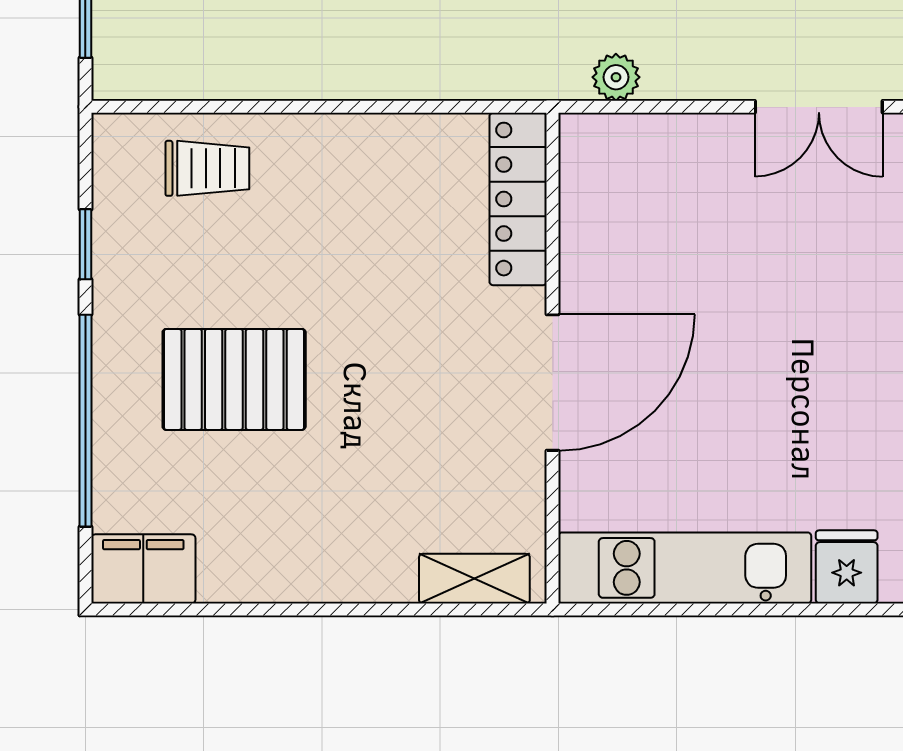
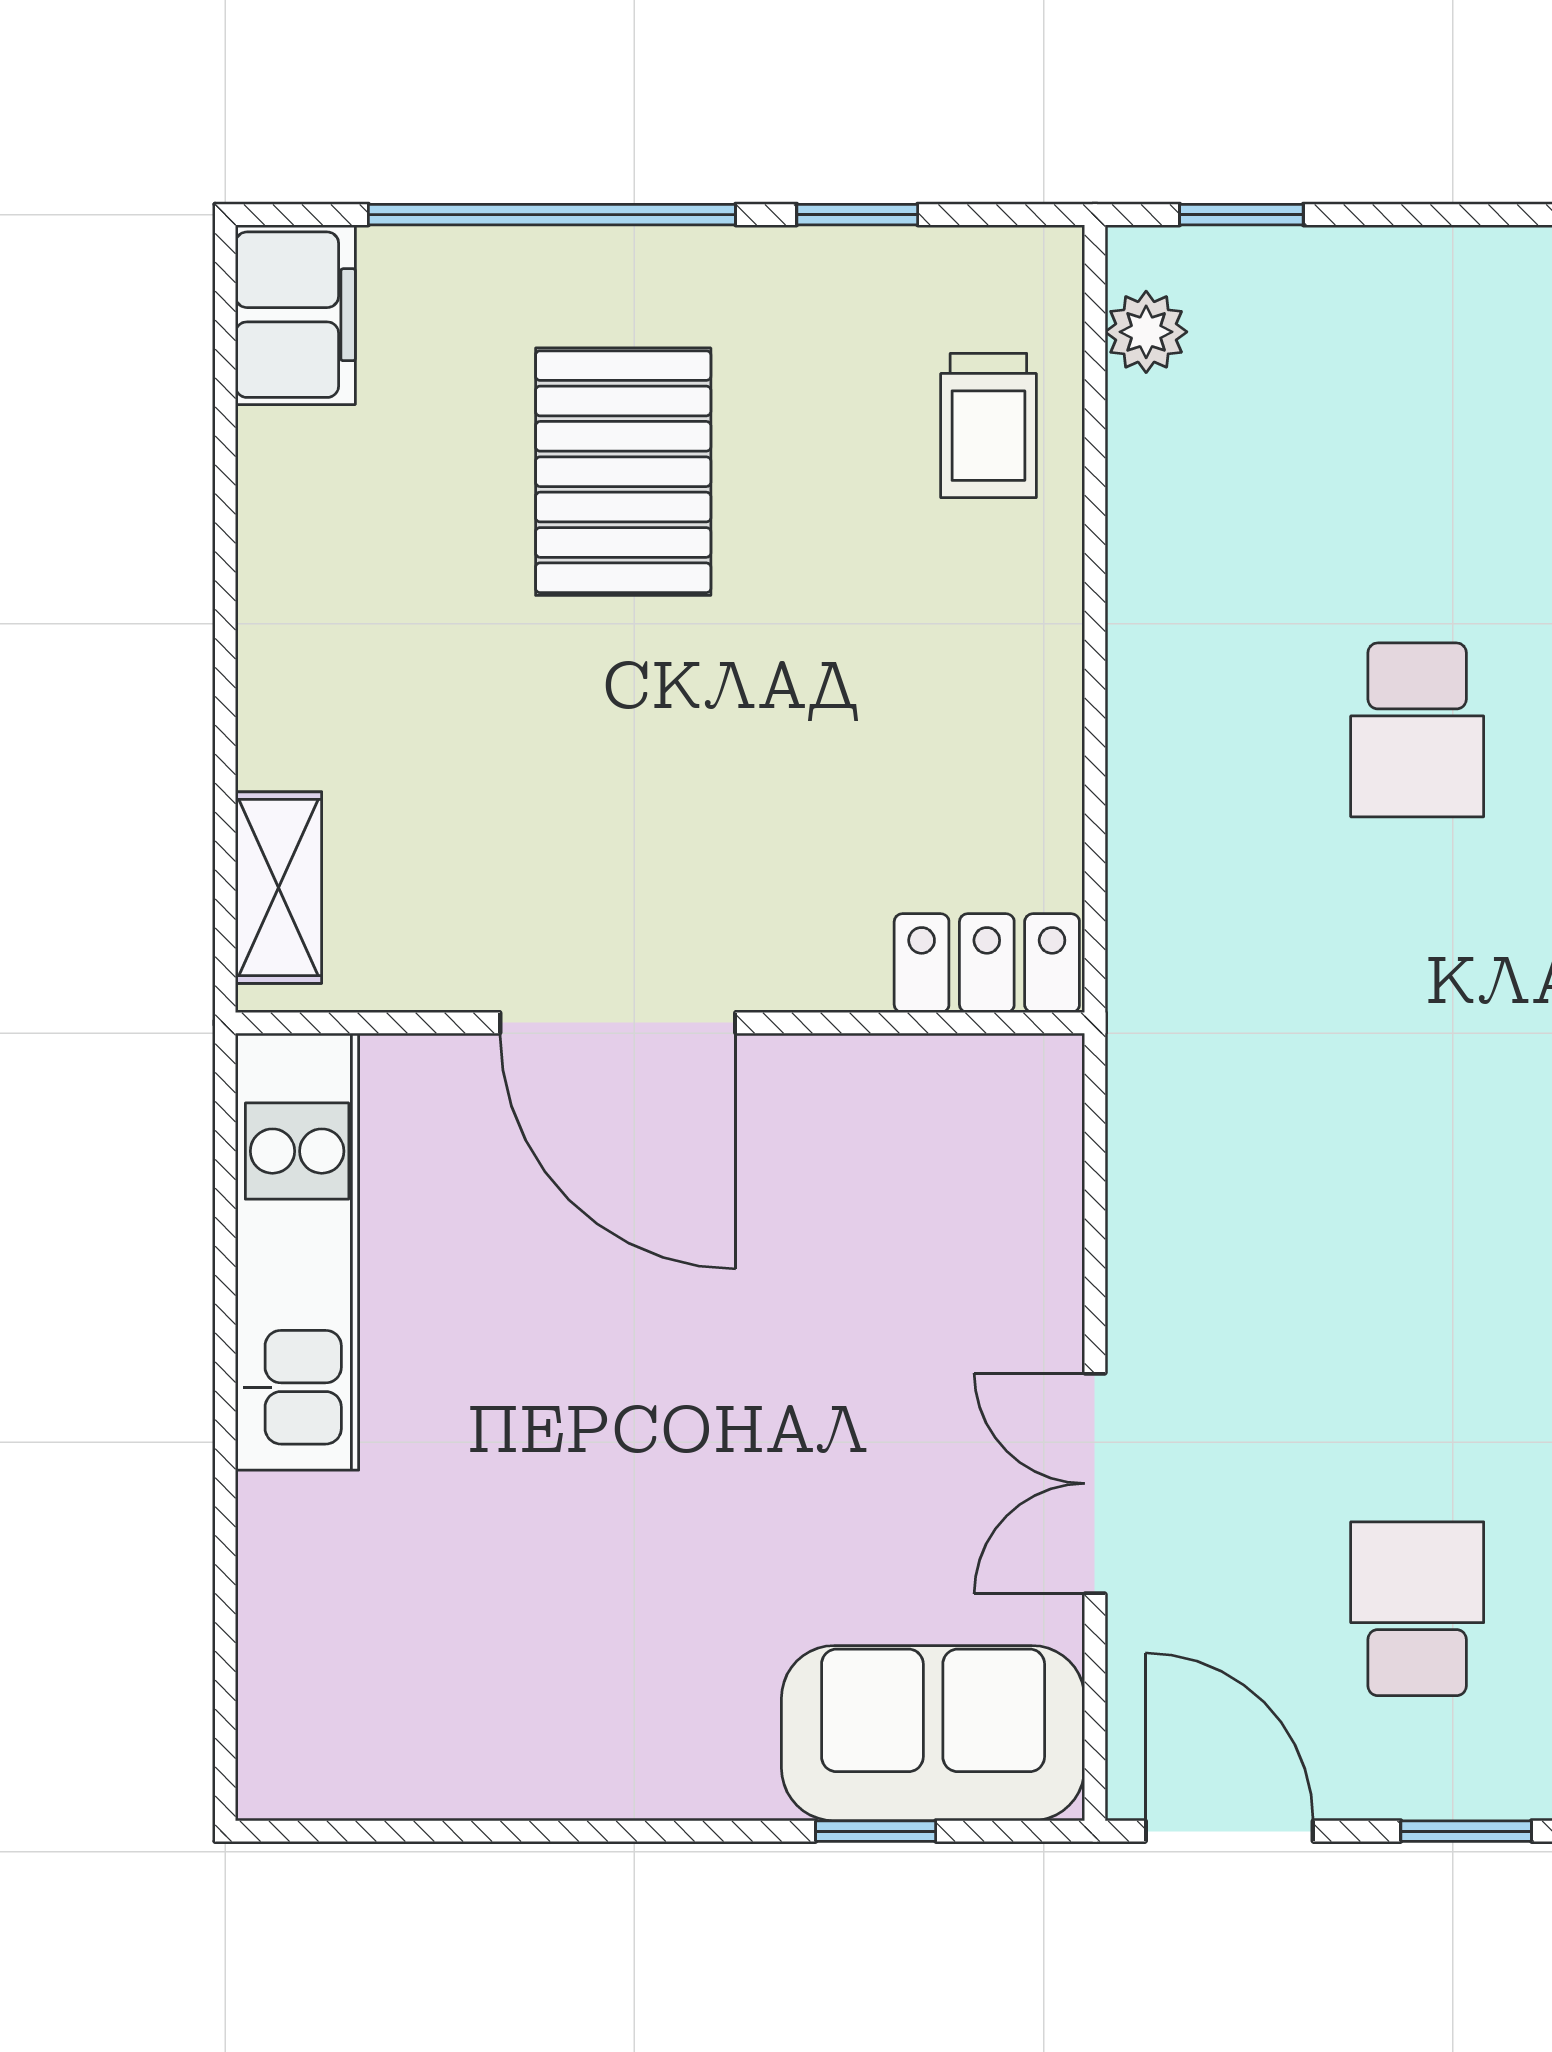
plant: (616, 77) -> (1146, 332), moved
locker: (518, 199) -> (987, 963), width x0.66
fridge: (847, 567) -> (299, 1532), removed

